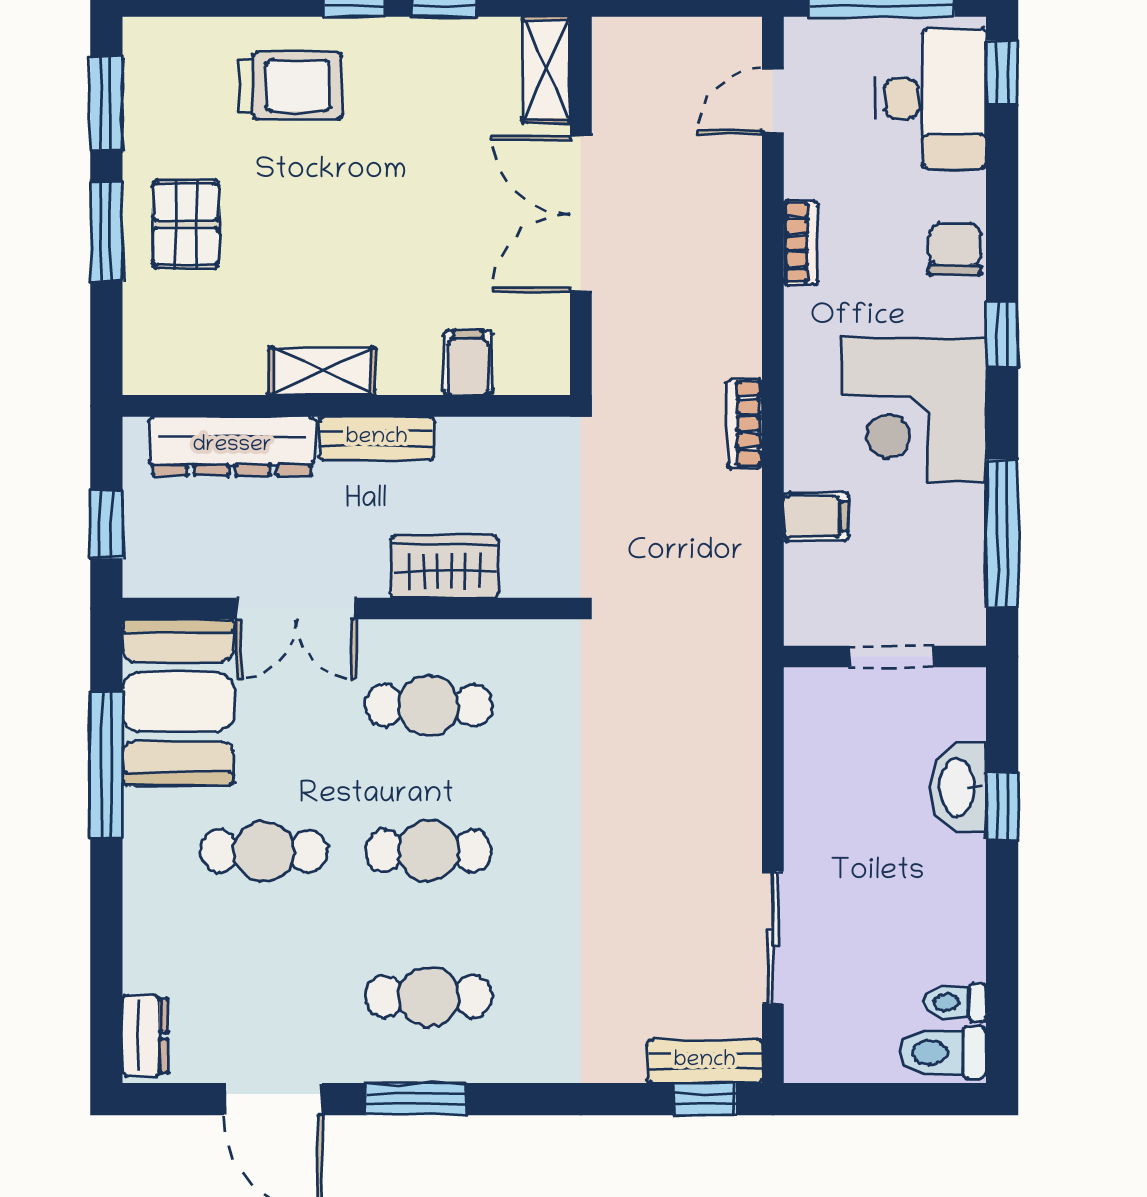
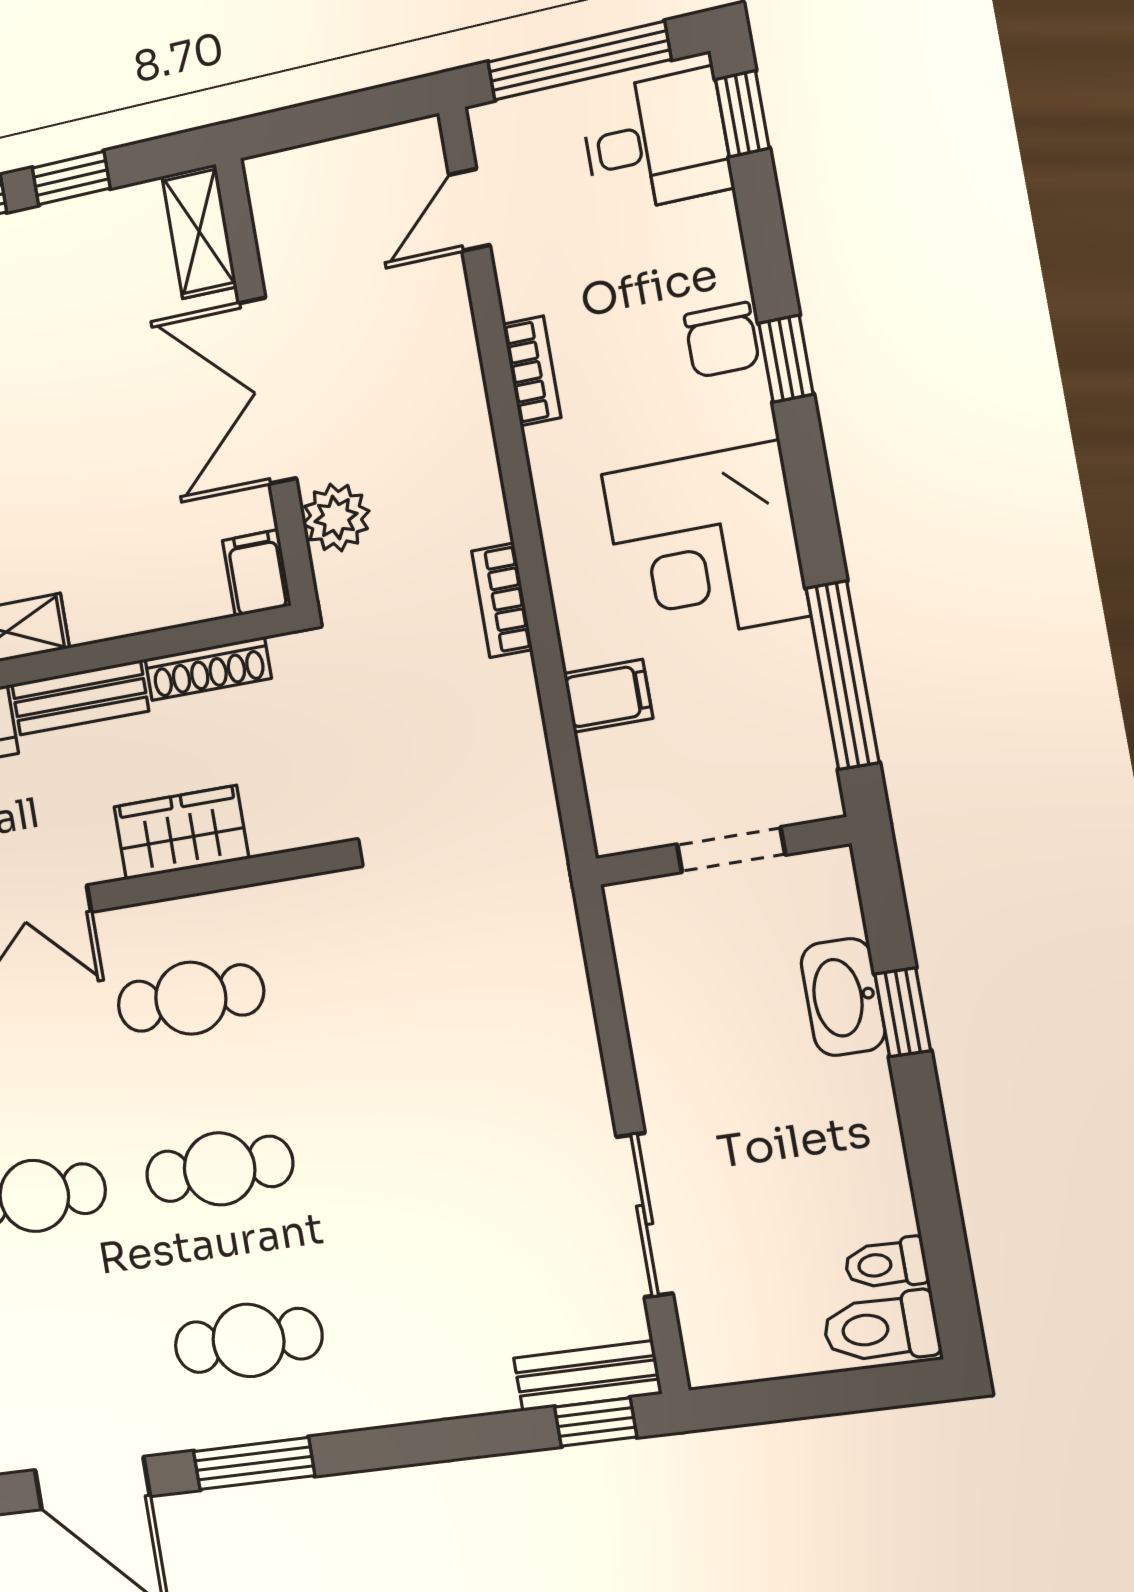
desk: (931, 98) -> (656, 142), width x0.73
chair: (955, 249) -> (722, 340), turned 180
plant: (620, 330) -> (336, 517), added
window: (1002, 334) -> (786, 359), moved
filing cabinet: (468, 363) -> (257, 573), moved
shoe rack: (491, 434) -> (208, 669), added

